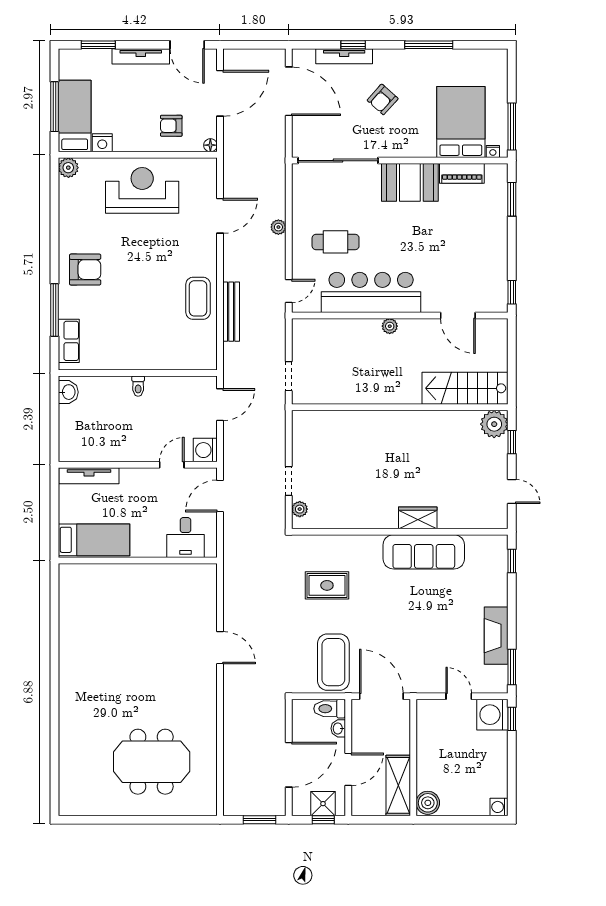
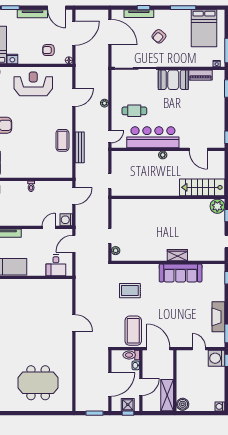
bed: (461, 122) -> (204, 28), moved, turned 180

